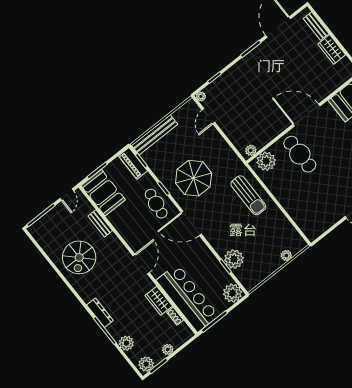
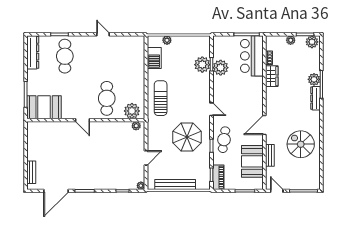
wardrobe: (332, 49) -> (33, 149), removed
door: (306, 115) -> (83, 120), width x0.53
door: (208, 116) -> (146, 158), moved
bench: (155, 135) -> (175, 185), moved
booth: (103, 193) -> (252, 161), moved
door: (67, 195) -> (277, 191), hinge flipped
door: (191, 223) -> (212, 109), width x0.53
barbecue: (285, 229) -> (154, 58), added
spiral stairs: (79, 257) -> (301, 144), turned -90
door: (141, 264) -> (264, 125), moved
plant: (232, 293) -> (221, 68), moved
bar counter: (187, 298) -> (252, 56), width x0.73
plant: (126, 343) -> (314, 79), moved

